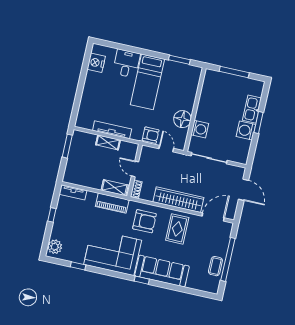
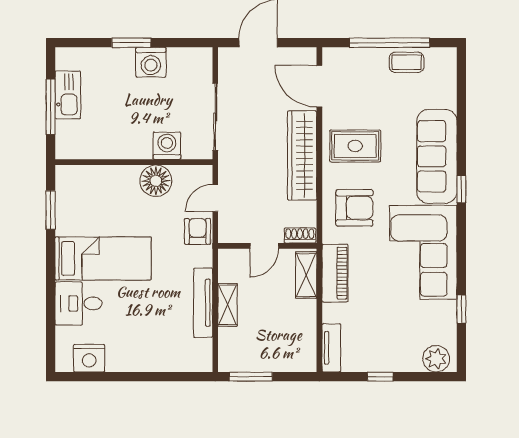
kitchen sink: (252, 109) -> (68, 95), moved, turned -90
armchair: (144, 221) -> (354, 208), turned 90

